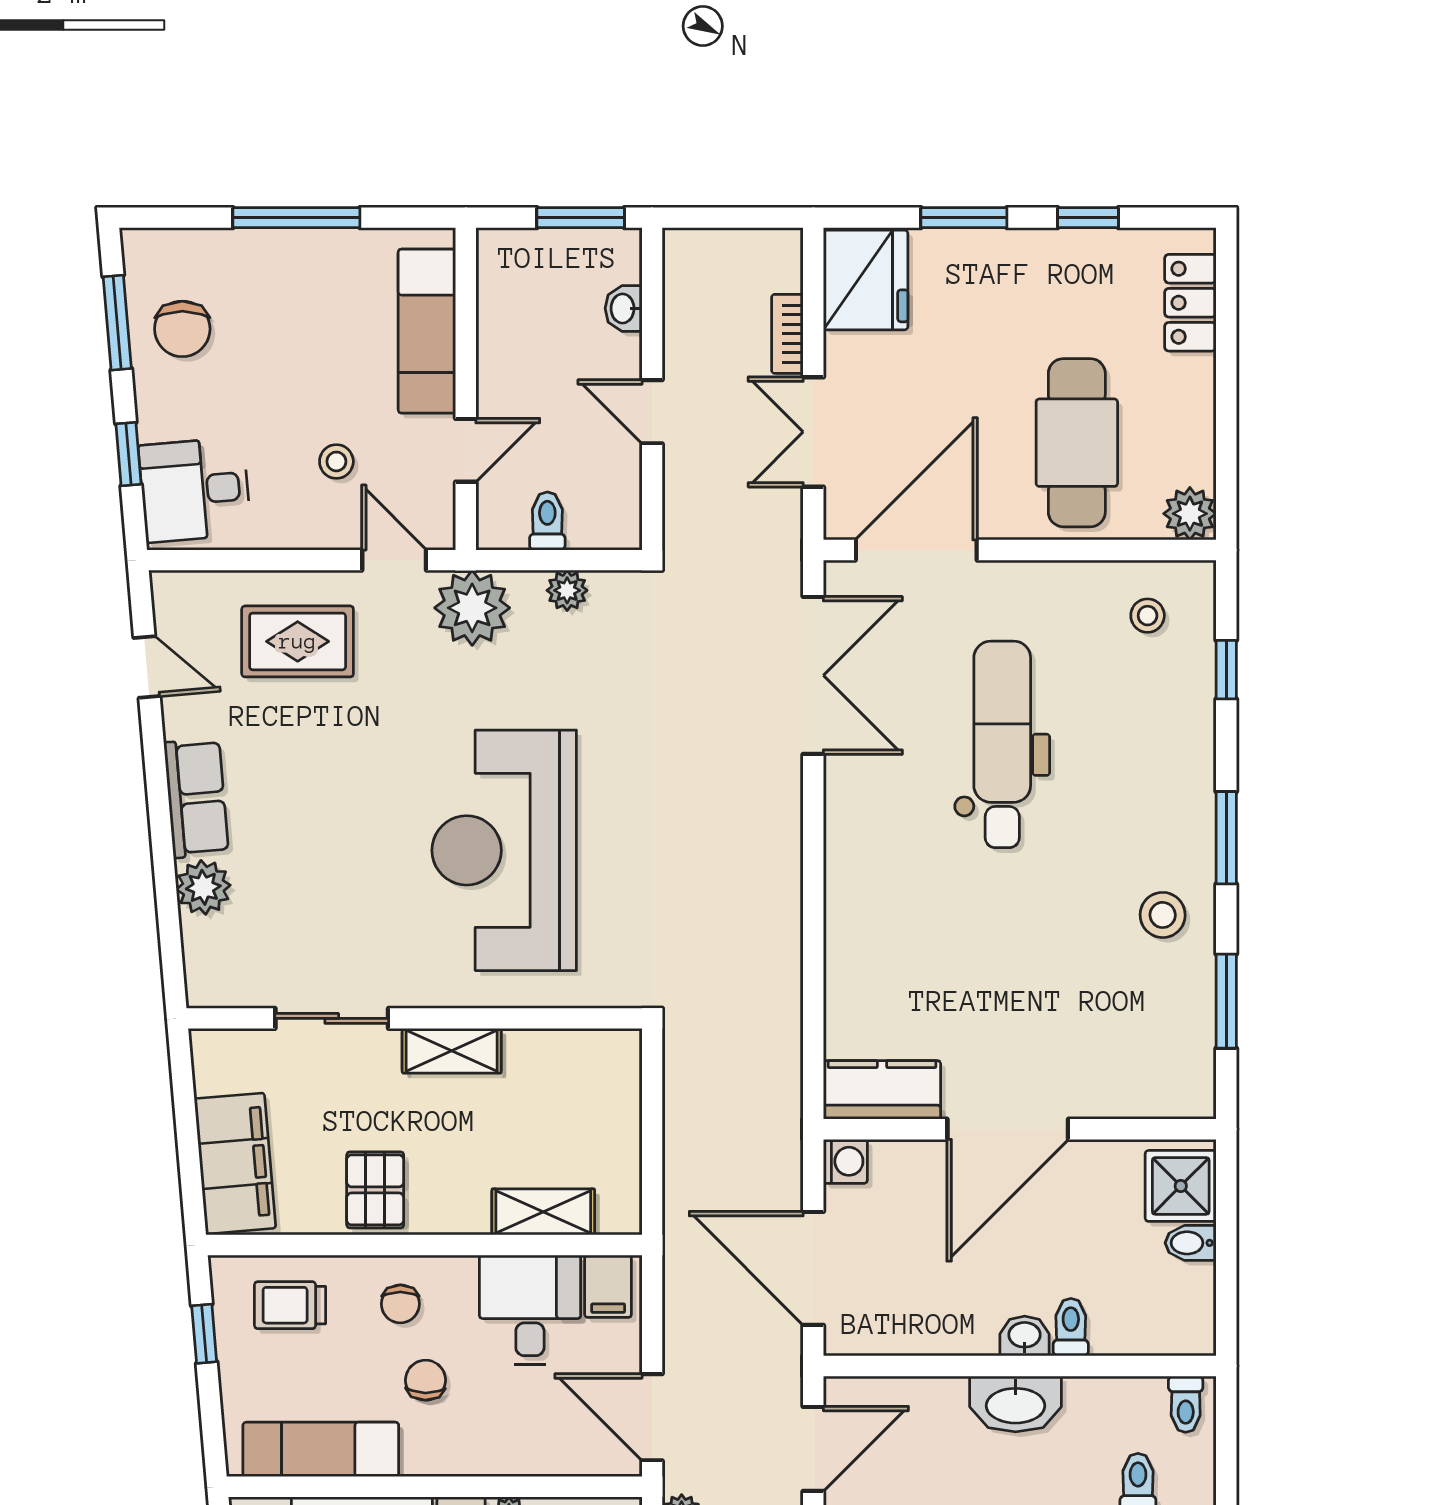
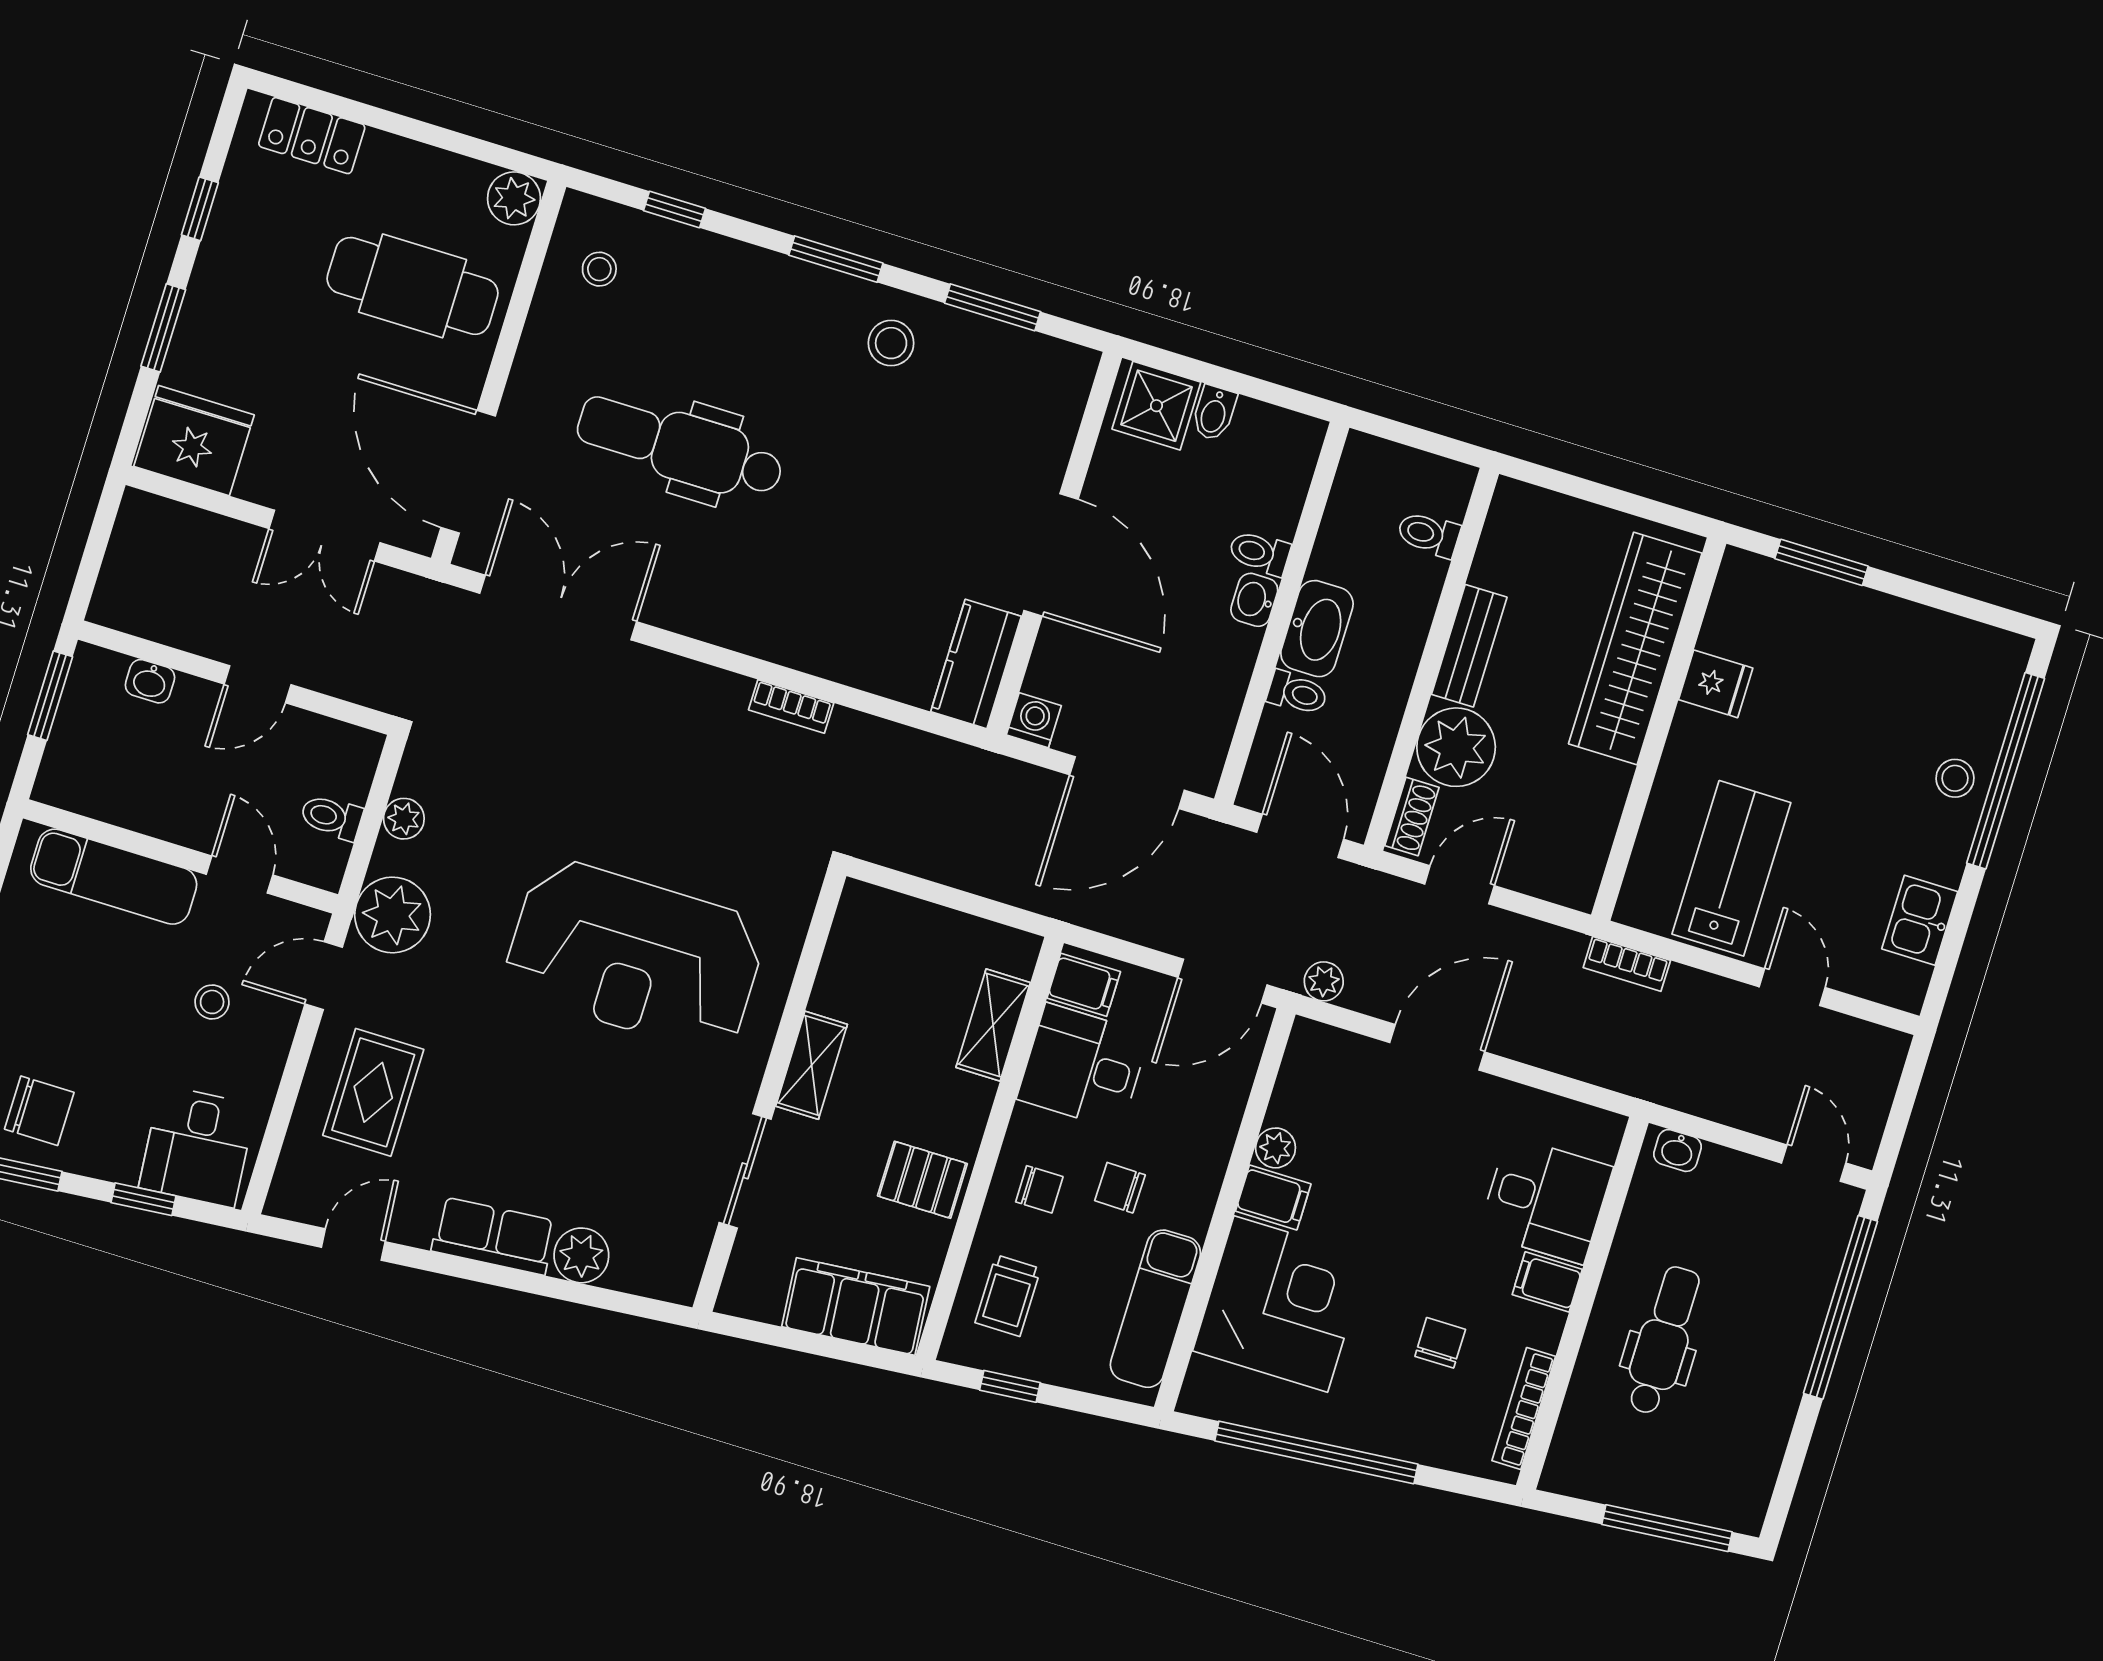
bookcase: (787, 334) -> (791, 706), moved
toilet: (1186, 1404) -> (1297, 693), moved

